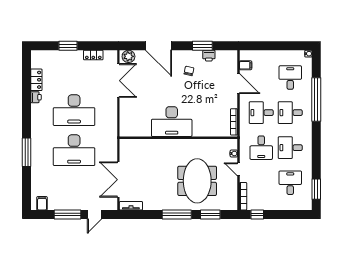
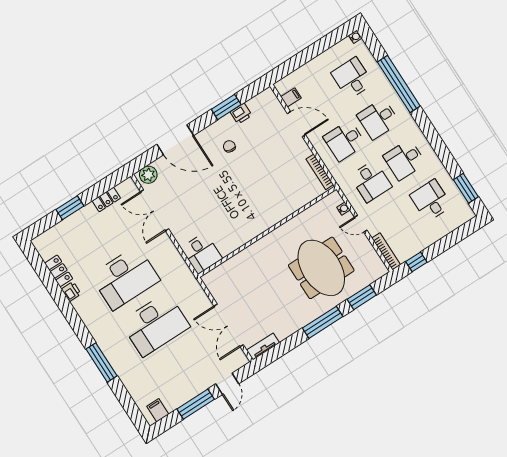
double door: (118, 81) -> (155, 210), swing flipped
desk: (172, 122) -> (202, 253), moved, width x0.53, depth x0.77

